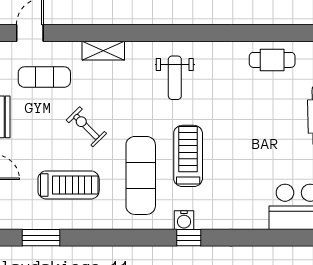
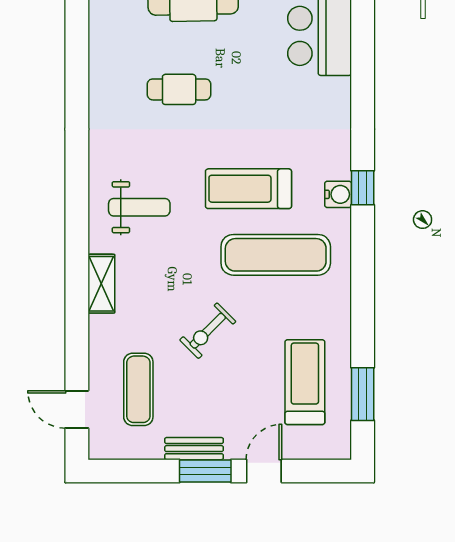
shelving: (103, 51) -> (101, 284), moved
cafe table: (272, 60) -> (179, 89), moved, turned 90
treadmill: (69, 185) -> (305, 382), moved

